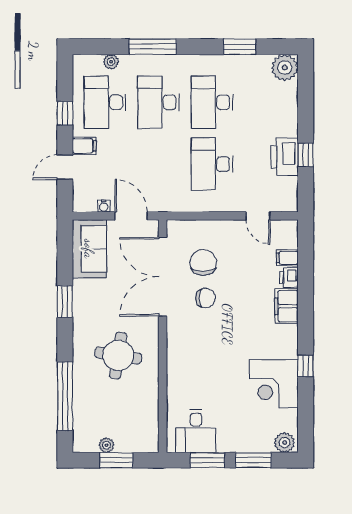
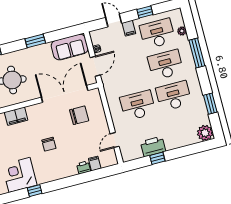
chair: (205, 298) -> (49, 144), moved
filing cabinet: (286, 306) -> (16, 116), moved, turned 180

